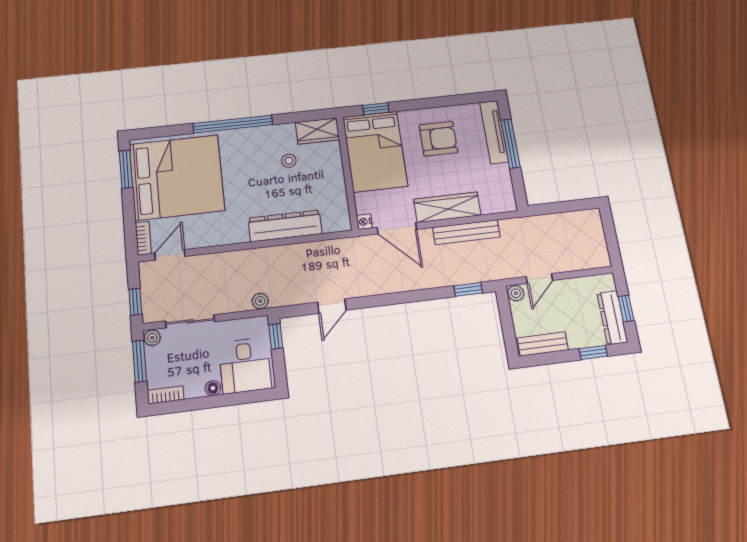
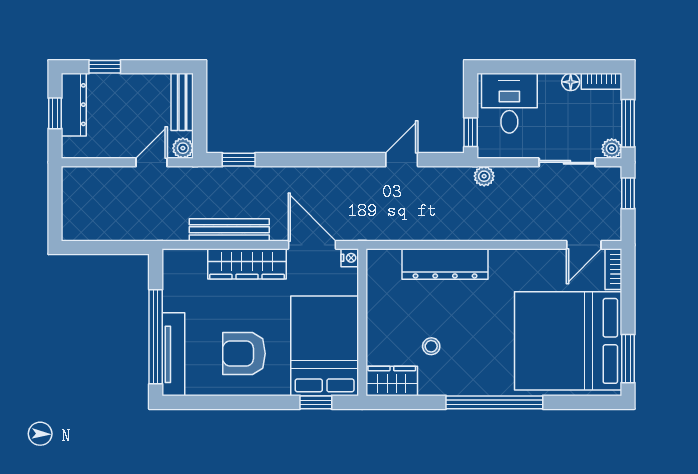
window: (510, 143) -> (156, 337), width x1.46
bench: (543, 344) -> (182, 102), moved, turned 90
floor lamp: (213, 388) -> (571, 82), moved

